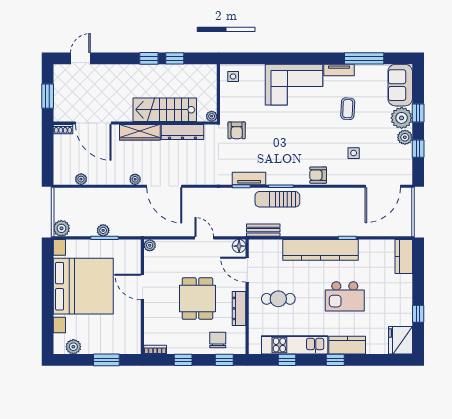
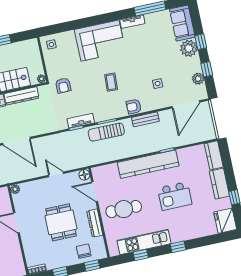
coffee table: (348, 109) -> (111, 82), moved
plant: (405, 137) -> (198, 79), moved
bench: (263, 230) -> (145, 119), moved
cafe table: (278, 299) -> (124, 209), width x1.37, depth x1.35
kitchen counter: (347, 345) -> (219, 184), moved, turned -90

